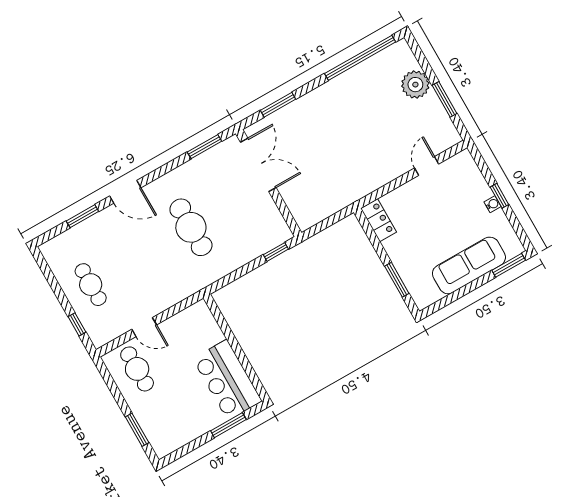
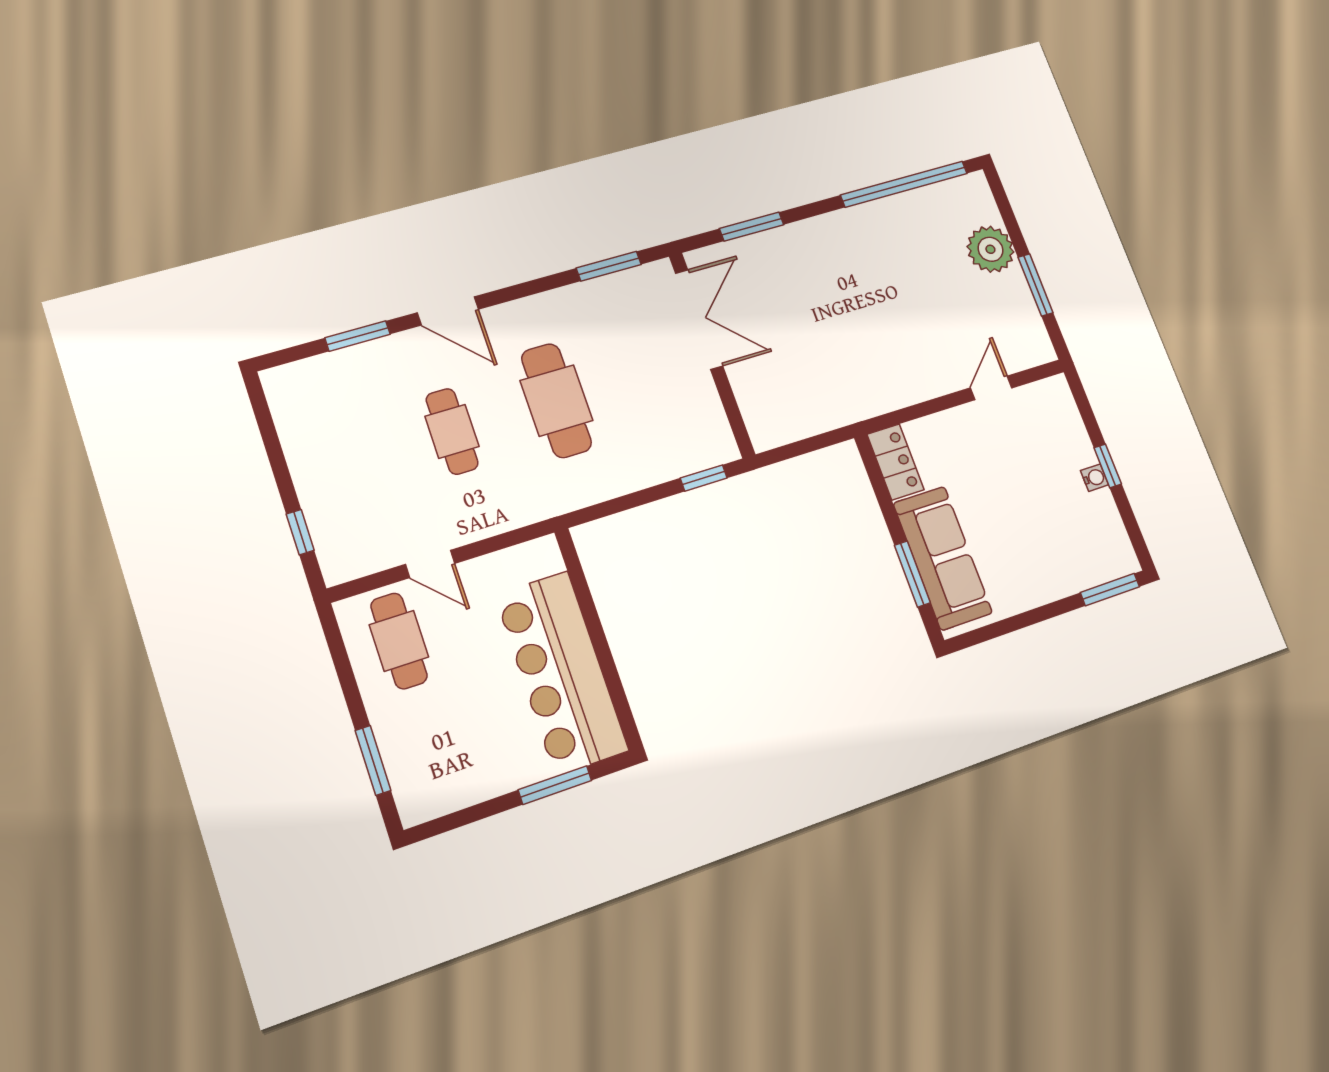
sofa: (469, 265) -> (943, 558), moved, turned 90
cafe table: (91, 285) -> (452, 431), moved
bar counter: (227, 380) -> (561, 672), width x1.36

